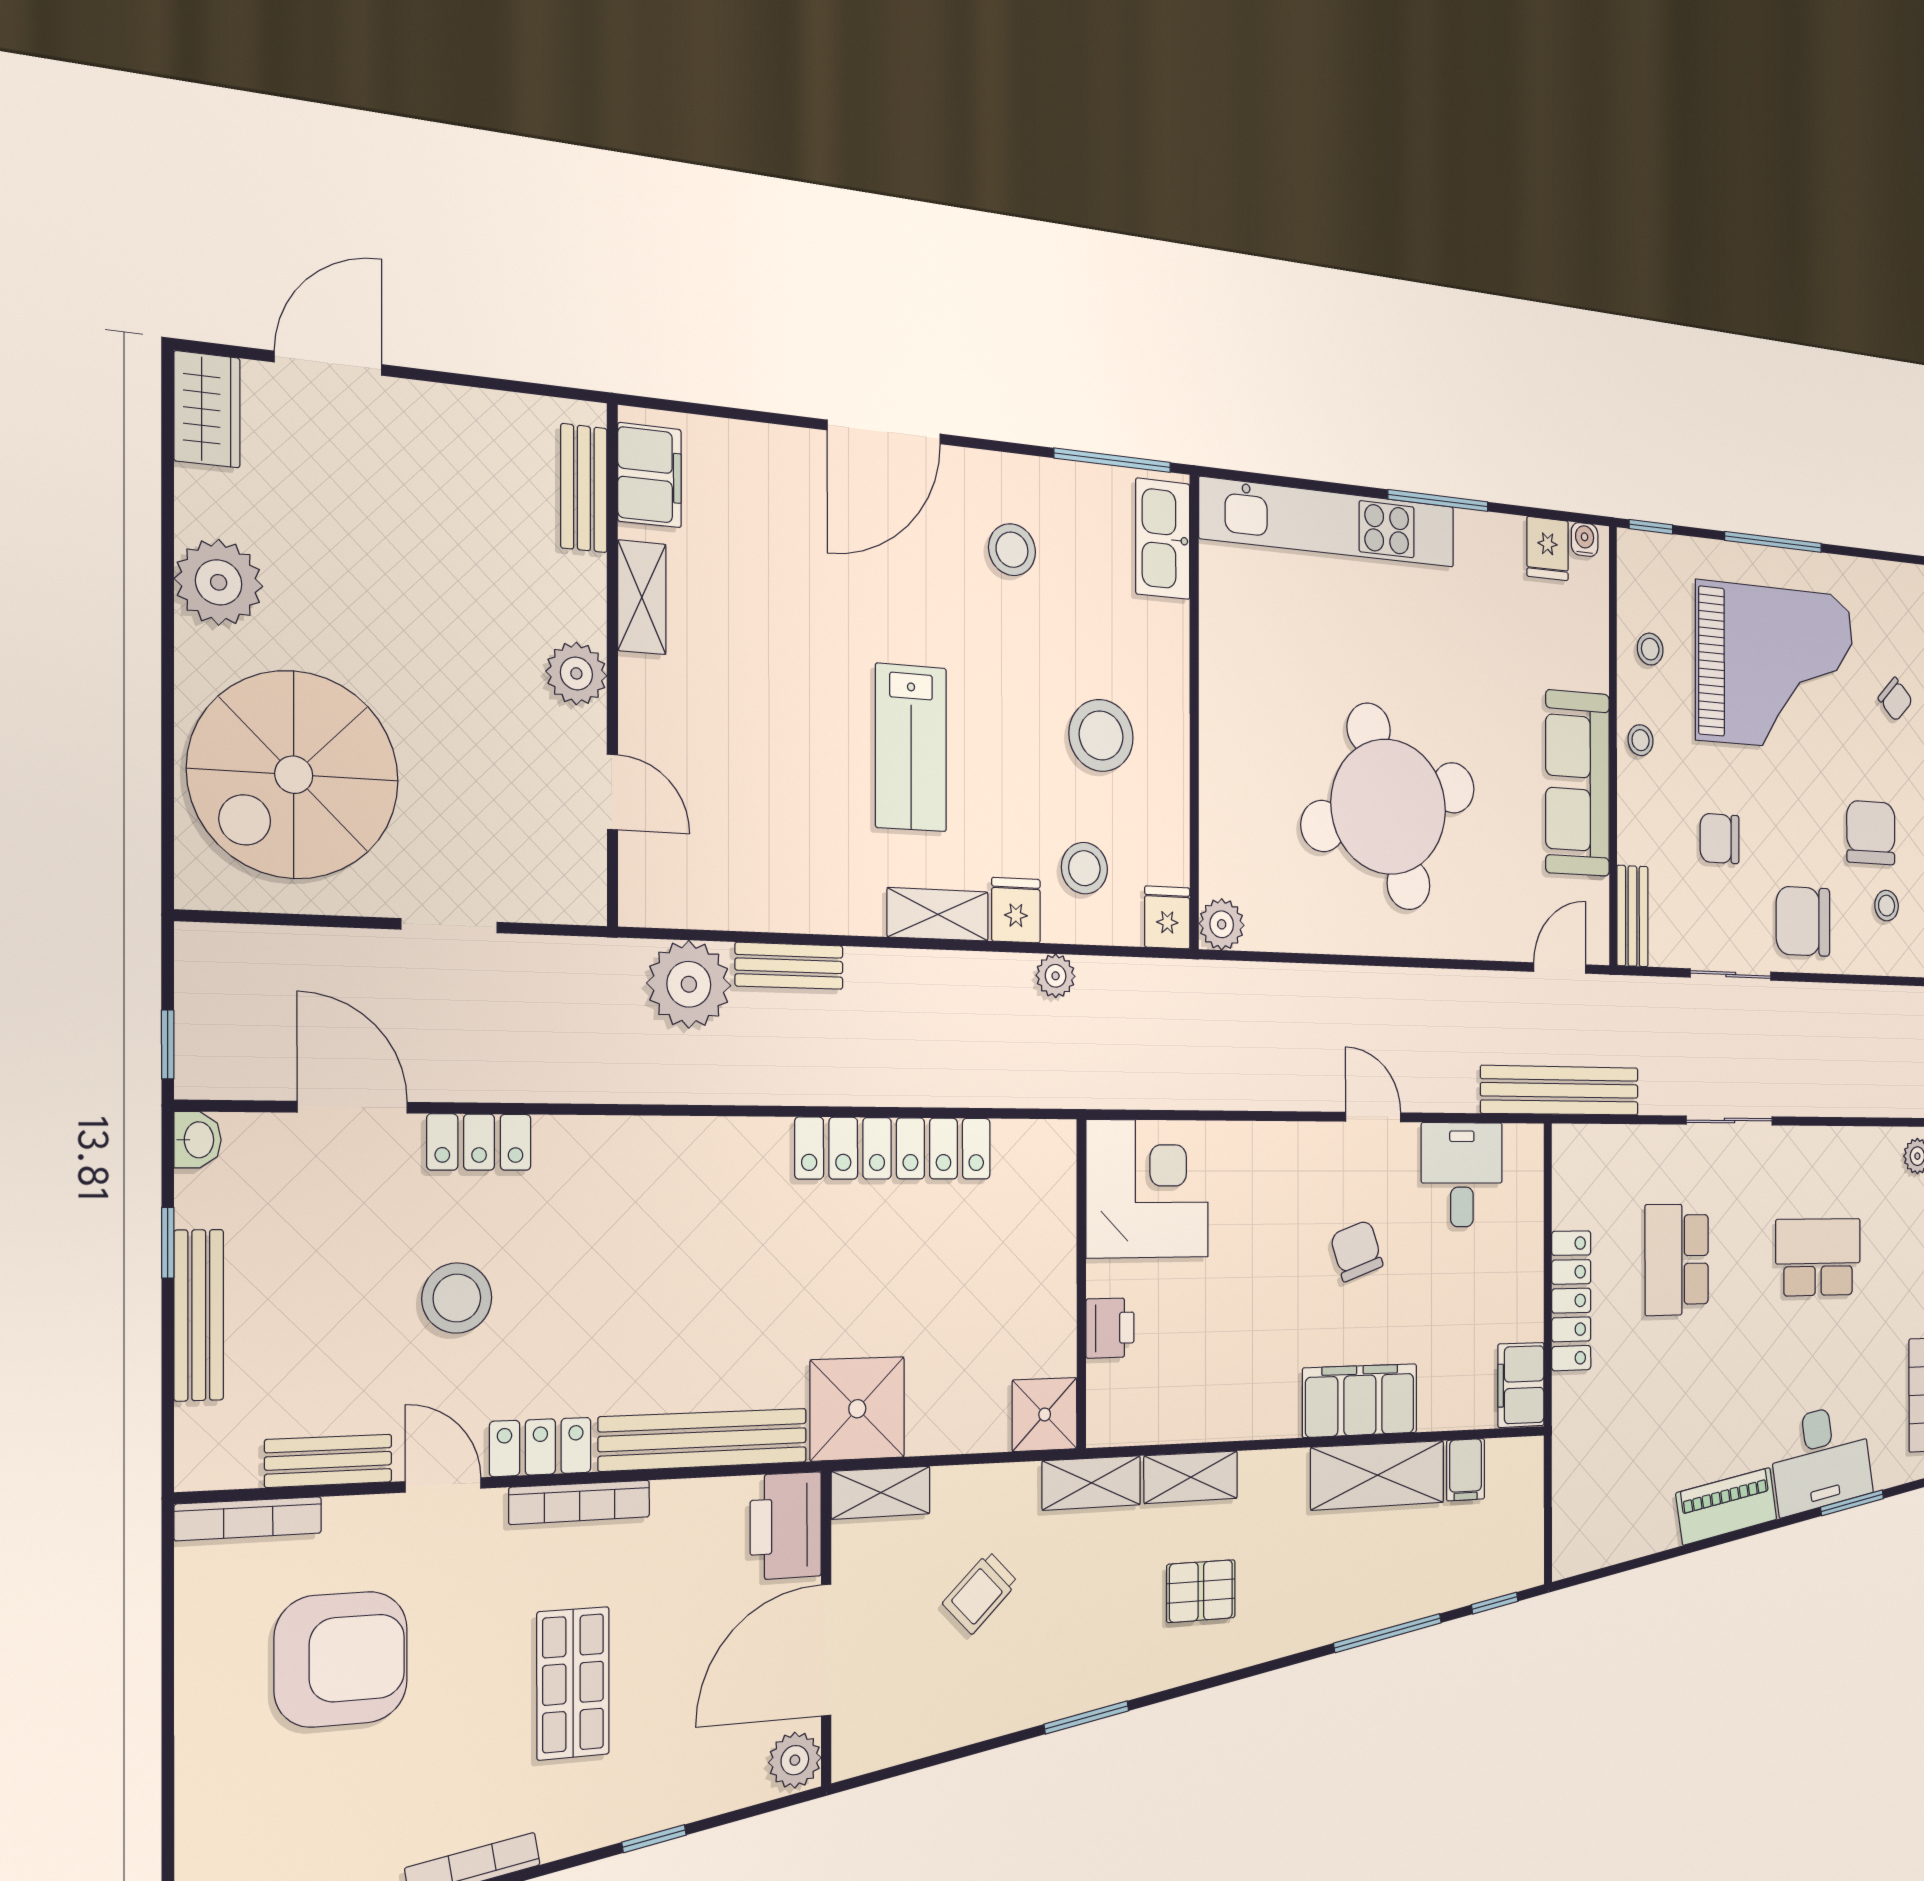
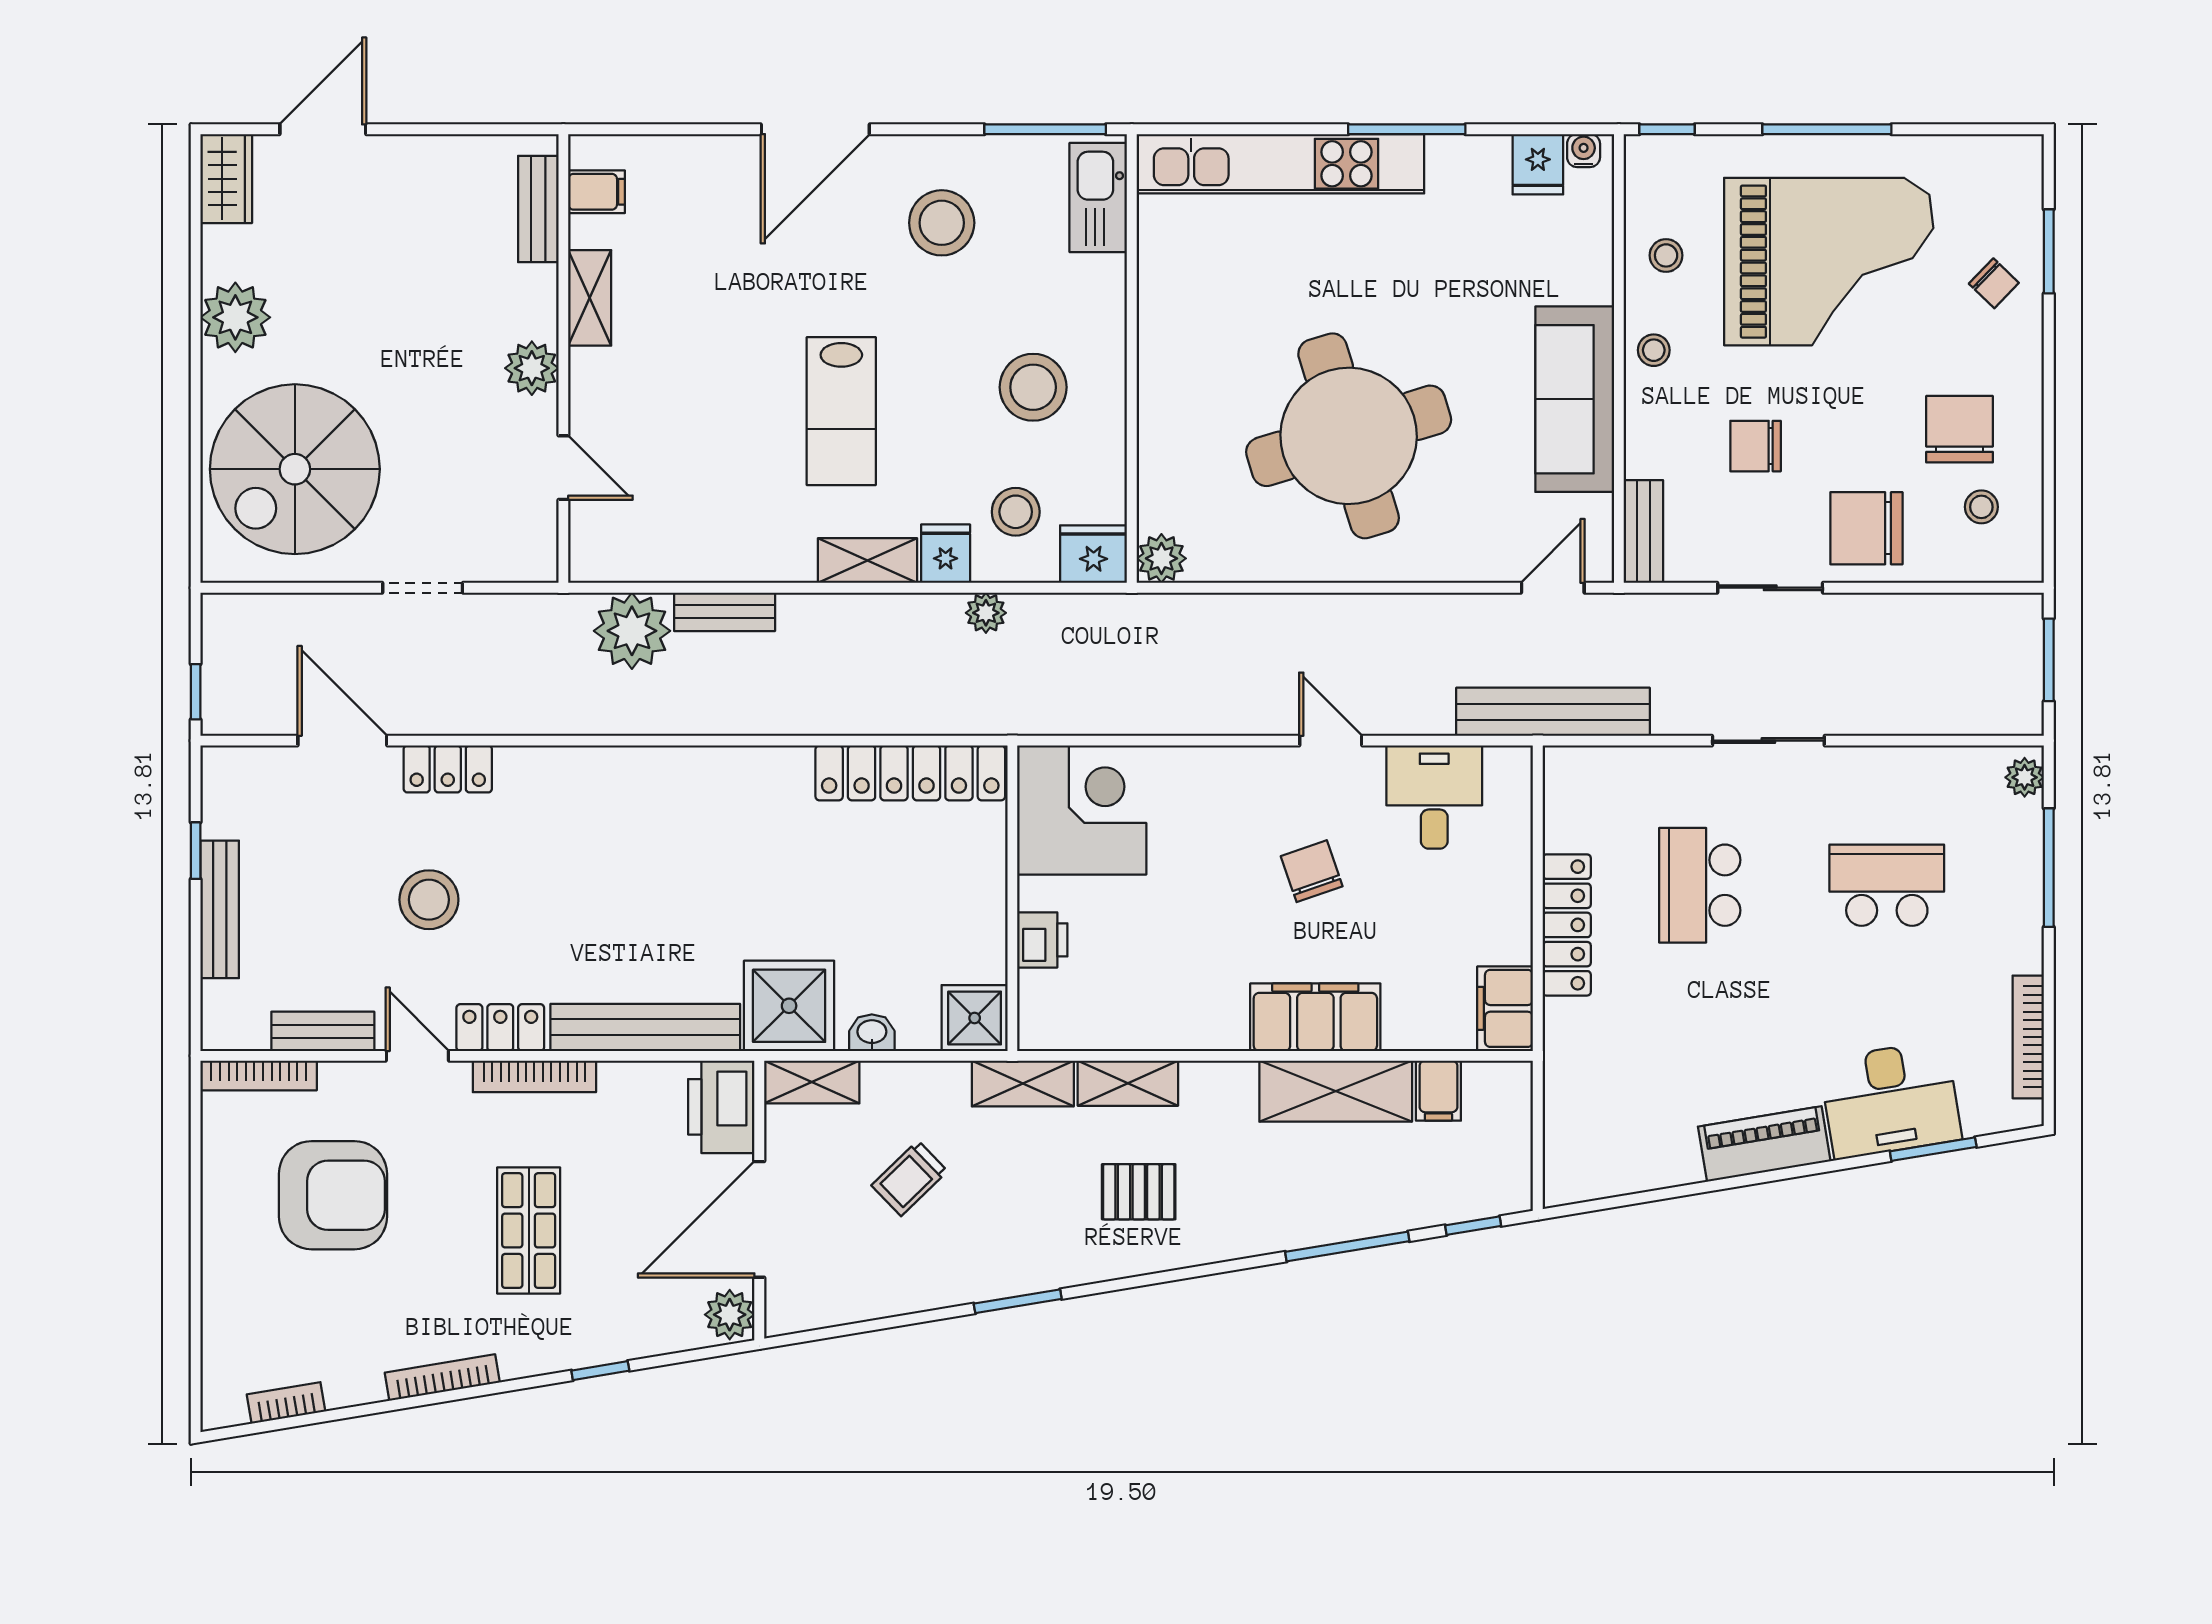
filing cabinet: (650, 475) -> (597, 192), width x0.50
stool: (1012, 550) -> (942, 223), width x1.38, depth x1.38
fridge: (1167, 917) -> (1094, 554), width x1.38
washbasin: (198, 1140) -> (872, 1033), moved, turned -90
locker: (894, 1148) -> (910, 773), moved

